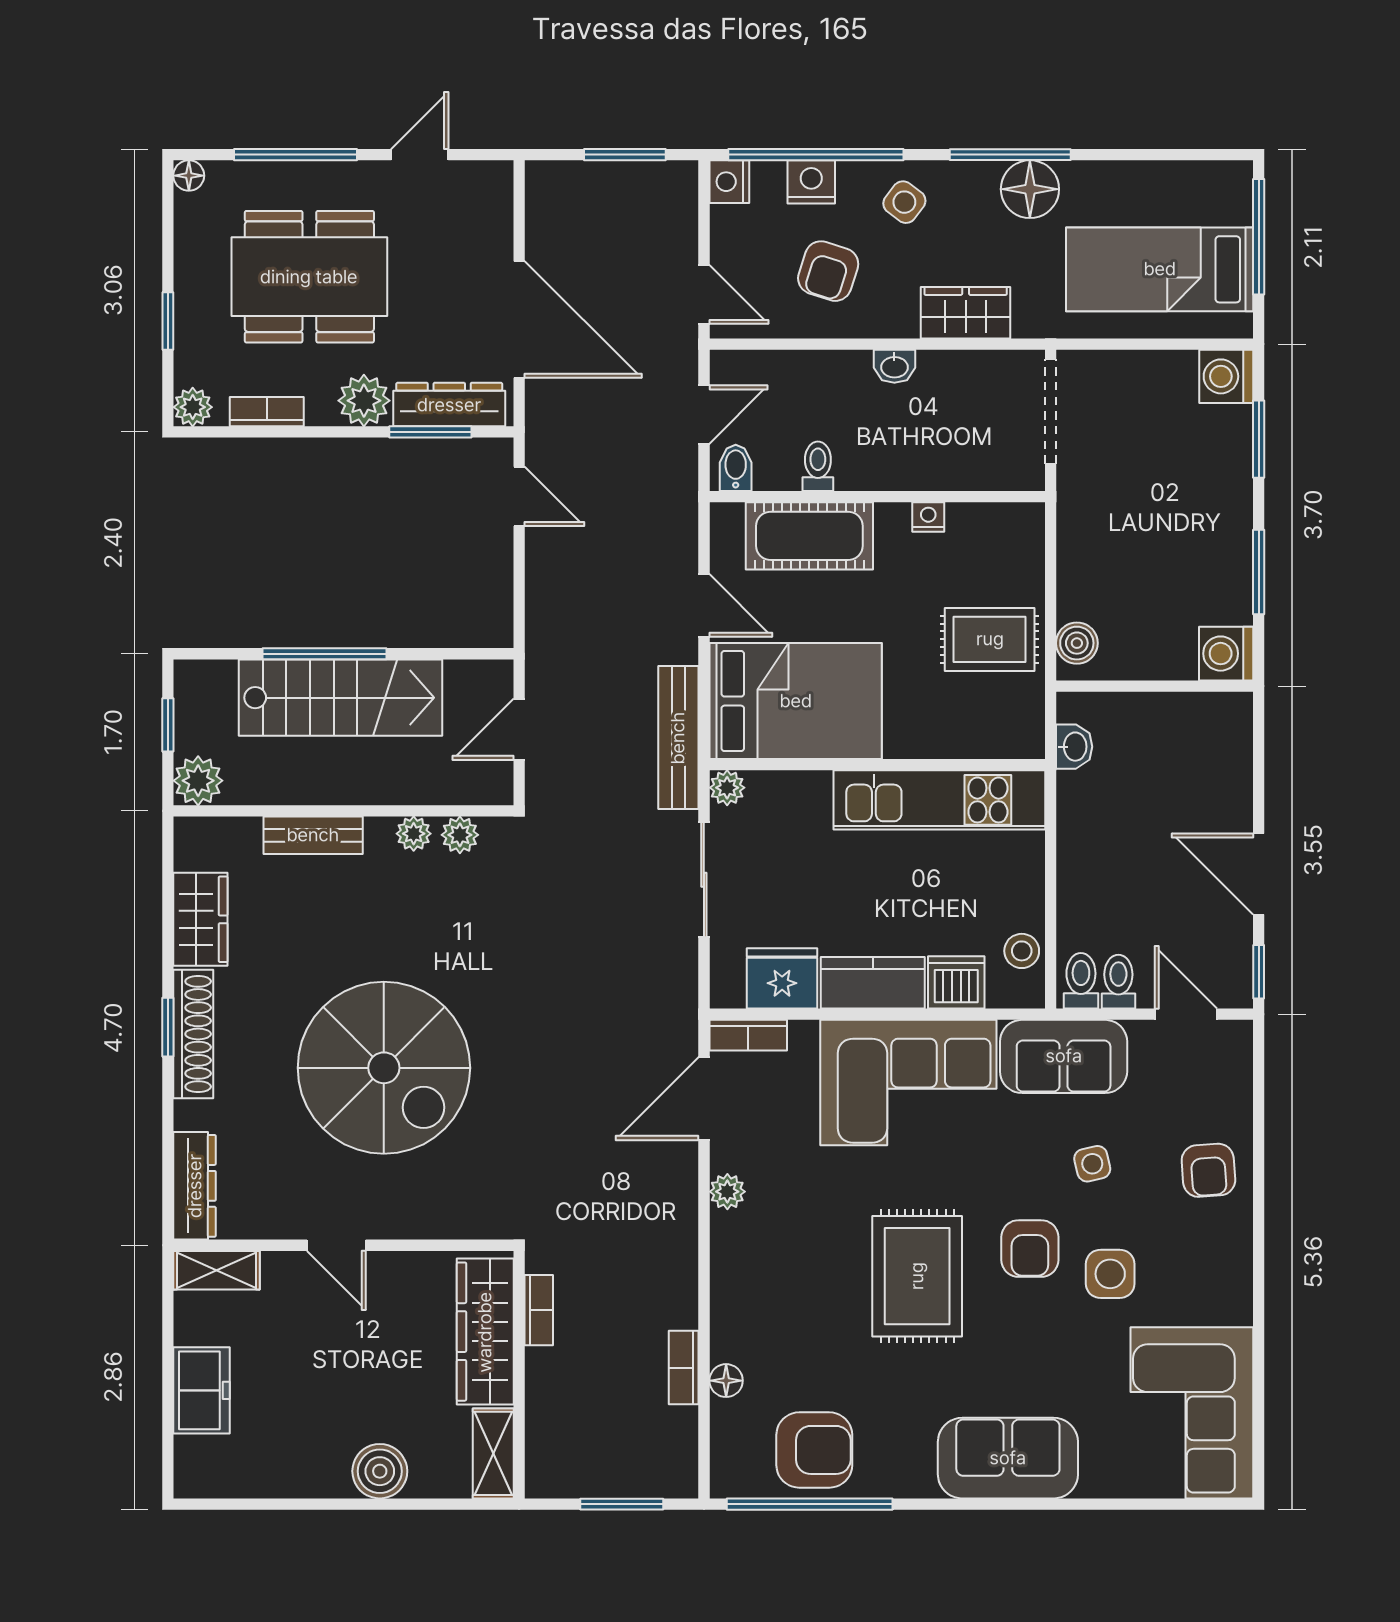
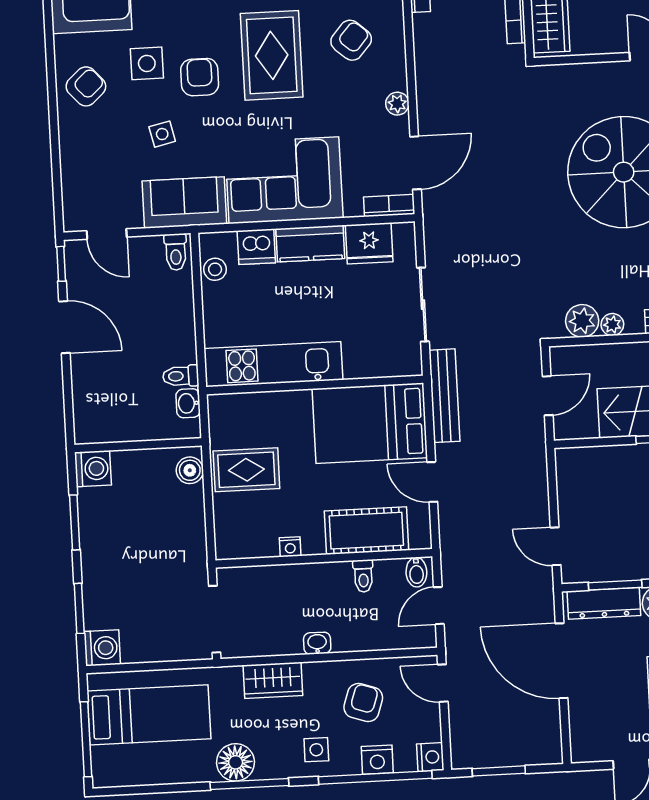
side table: (904, 202) -> (316, 750), turned -37
plant: (727, 788) -> (411, 365), removed
plant: (460, 835) -> (582, 321), width x1.38, depth x1.38
toilet: (1118, 982) -> (181, 376), moved, turned 90
armchair: (1208, 1170) -> (86, 86), moved, turned 52
armchair: (793, 1293) -> (351, 40), added

